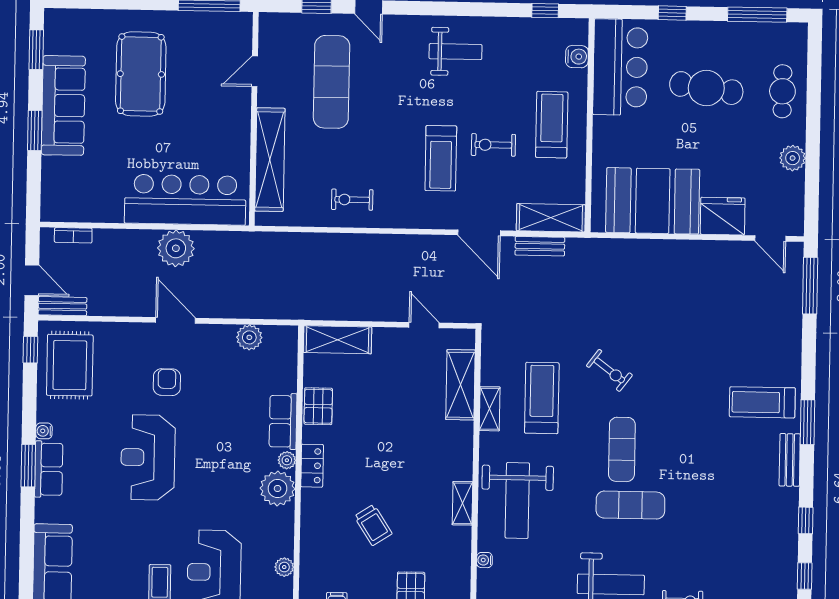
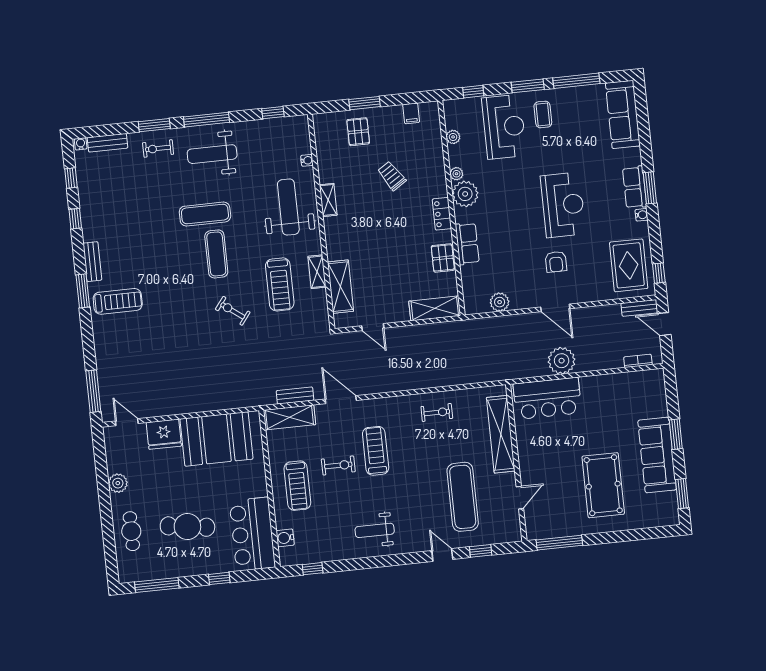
bar counter: (185, 200) -> (547, 398), width x0.73
plant: (287, 460) -> (456, 174), moved

